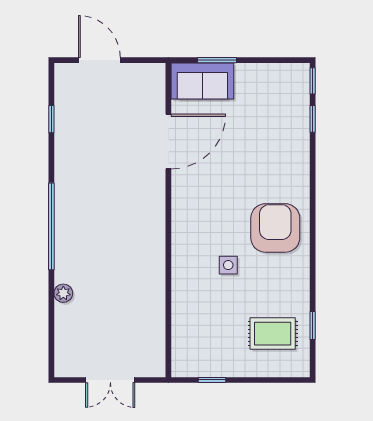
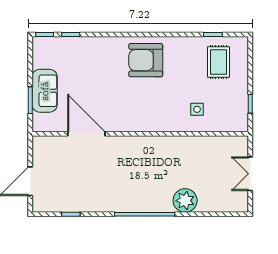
sofa: (202, 81) -> (45, 91), moved
side table: (228, 265) -> (197, 109), moved
plant: (63, 293) -> (185, 201), width x1.87, depth x1.87
double door: (110, 380) -> (250, 174), swing flipped

